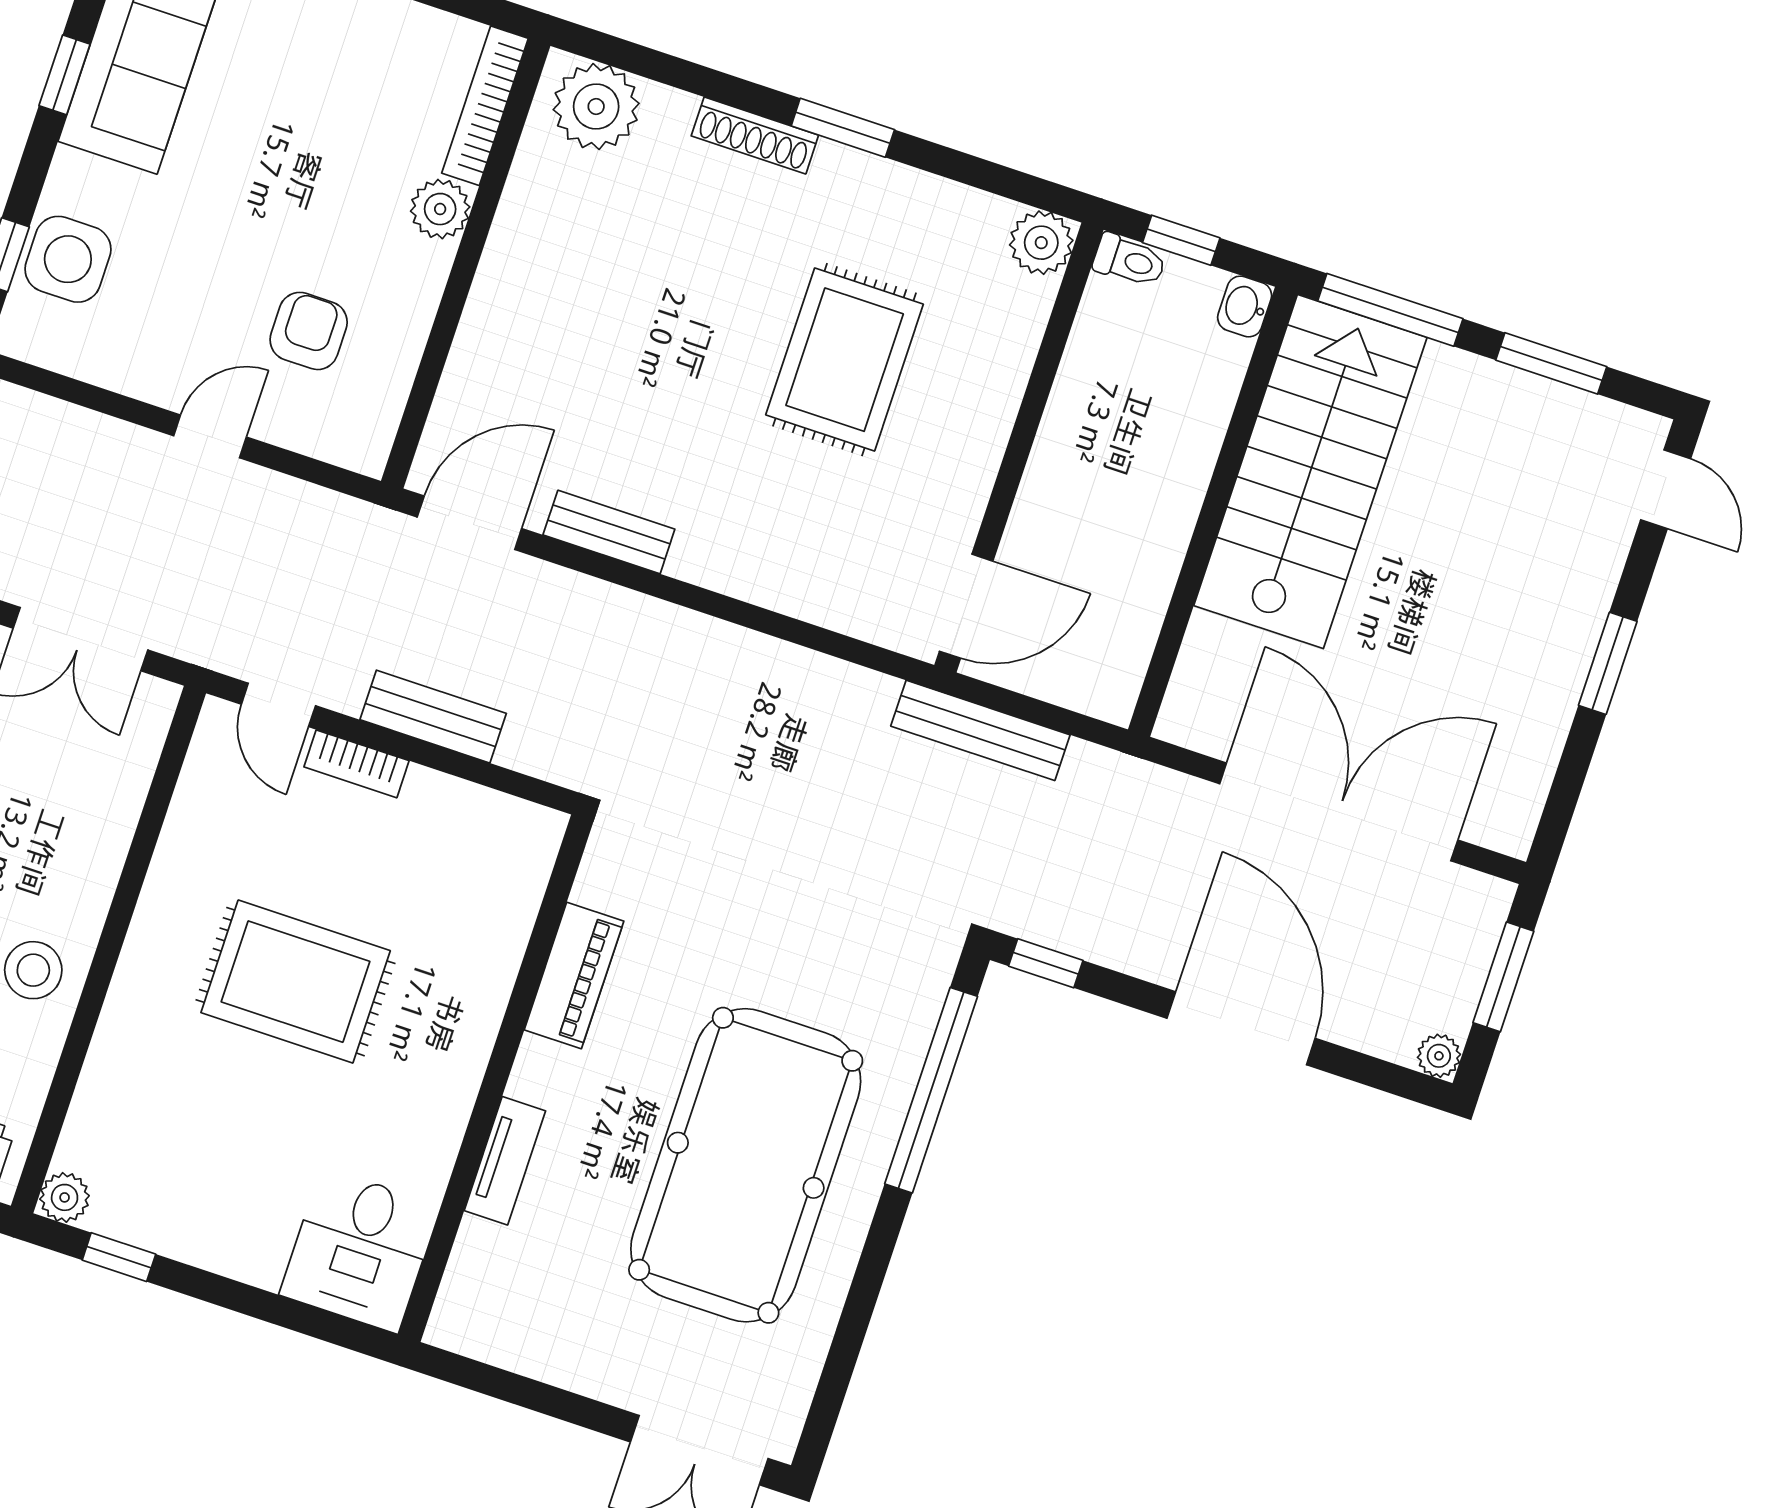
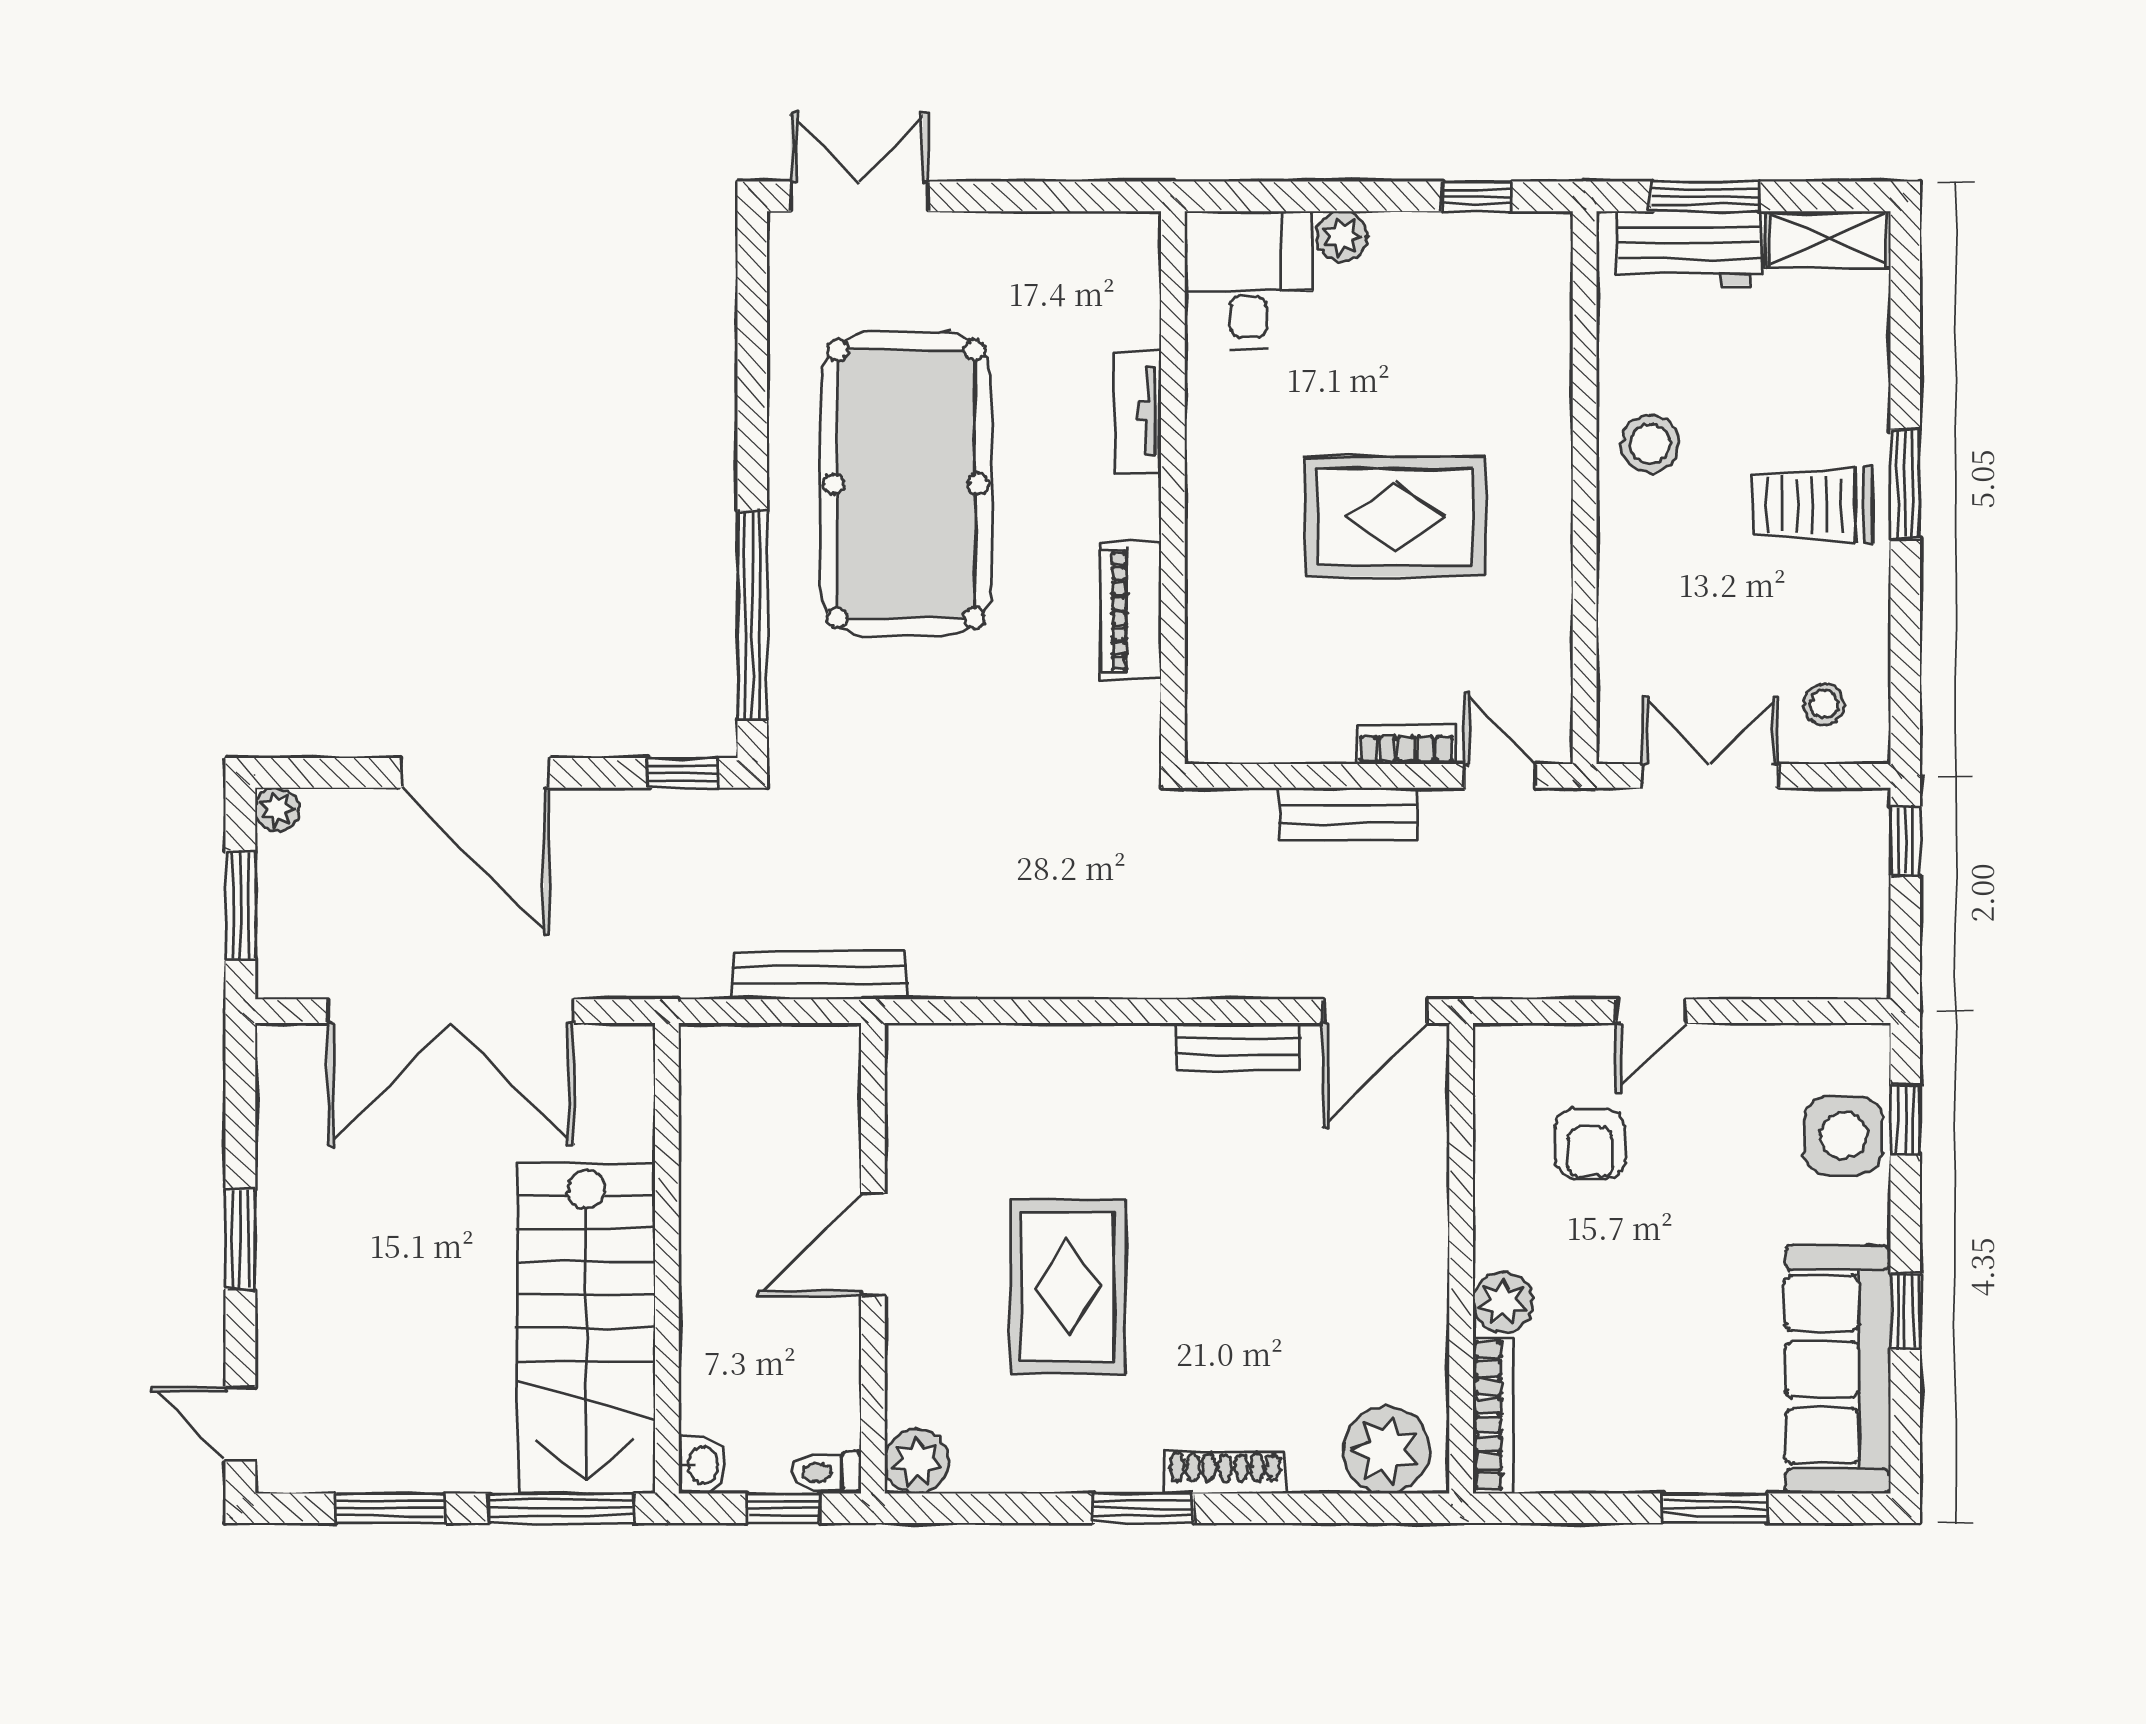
door: (966, 606) -> (873, 1244), moved
plant: (65, 1197) -> (1342, 236), moved

